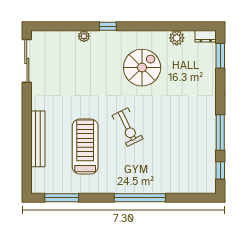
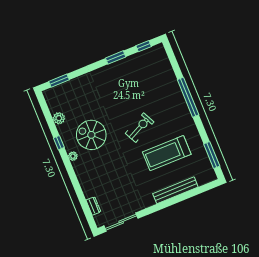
window: (108, 26) -> (59, 143), moved
plant: (84, 36) -> (73, 156), moved
dresser: (206, 36) -> (93, 206), moved
window: (220, 133) -> (116, 57), width x0.69

